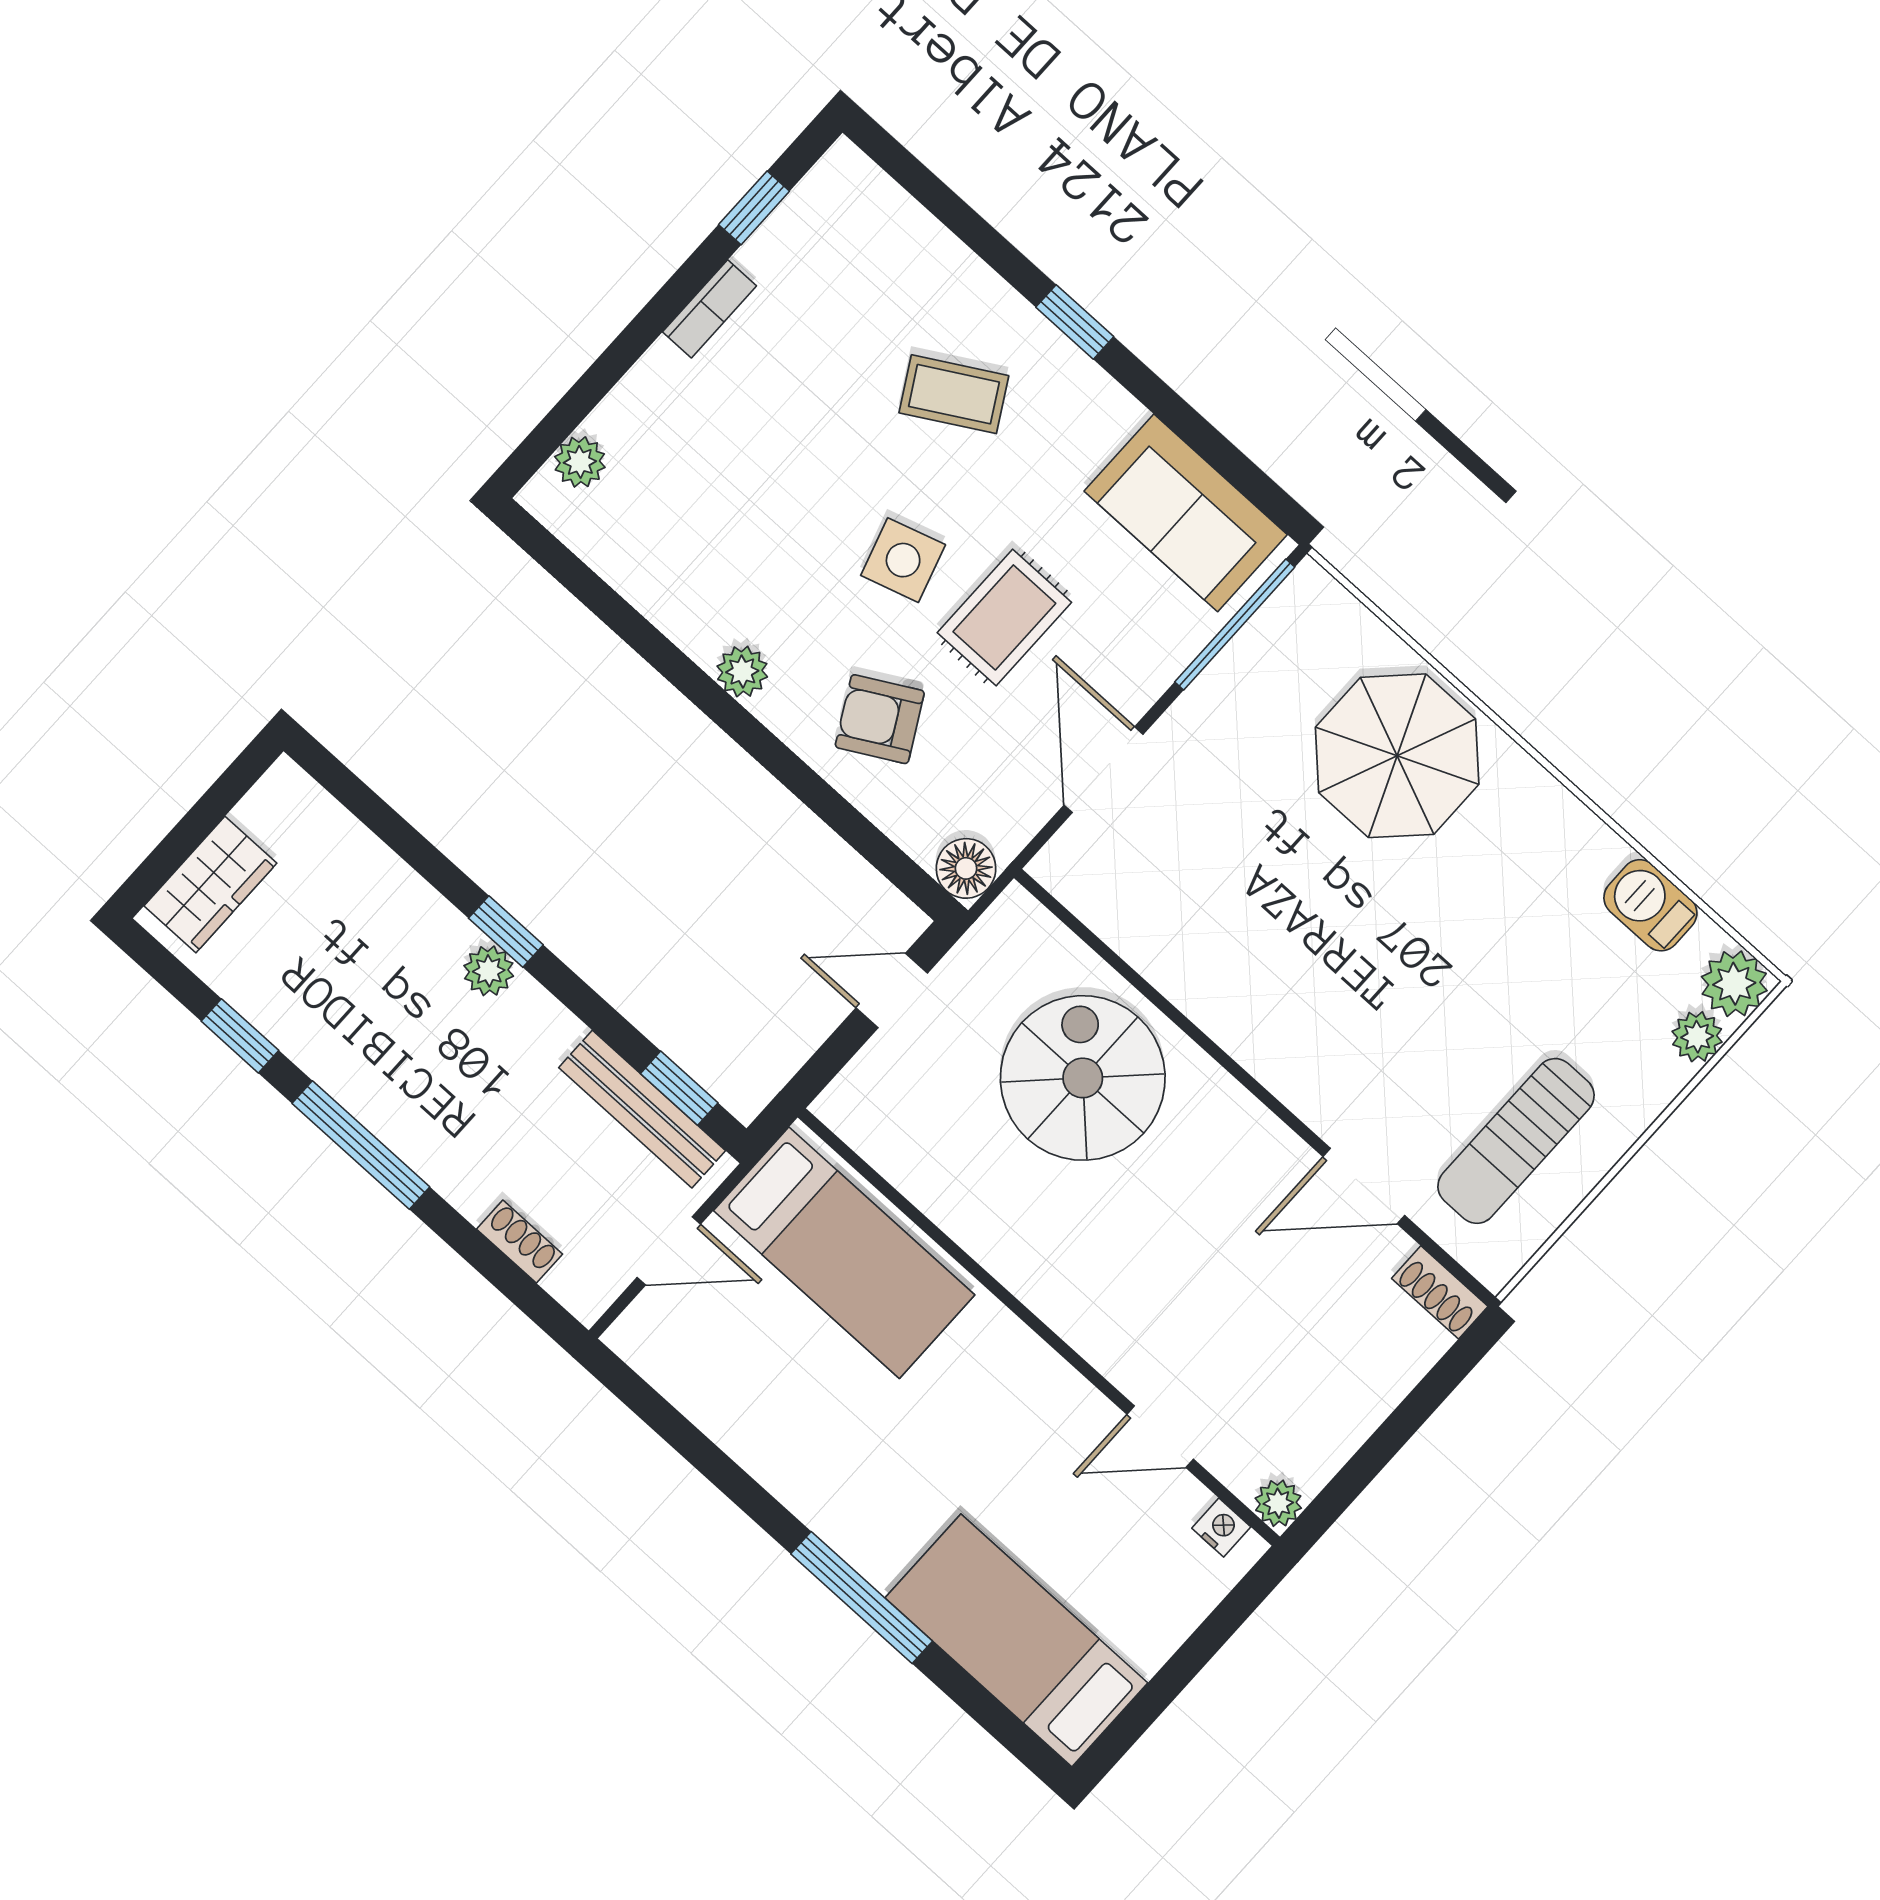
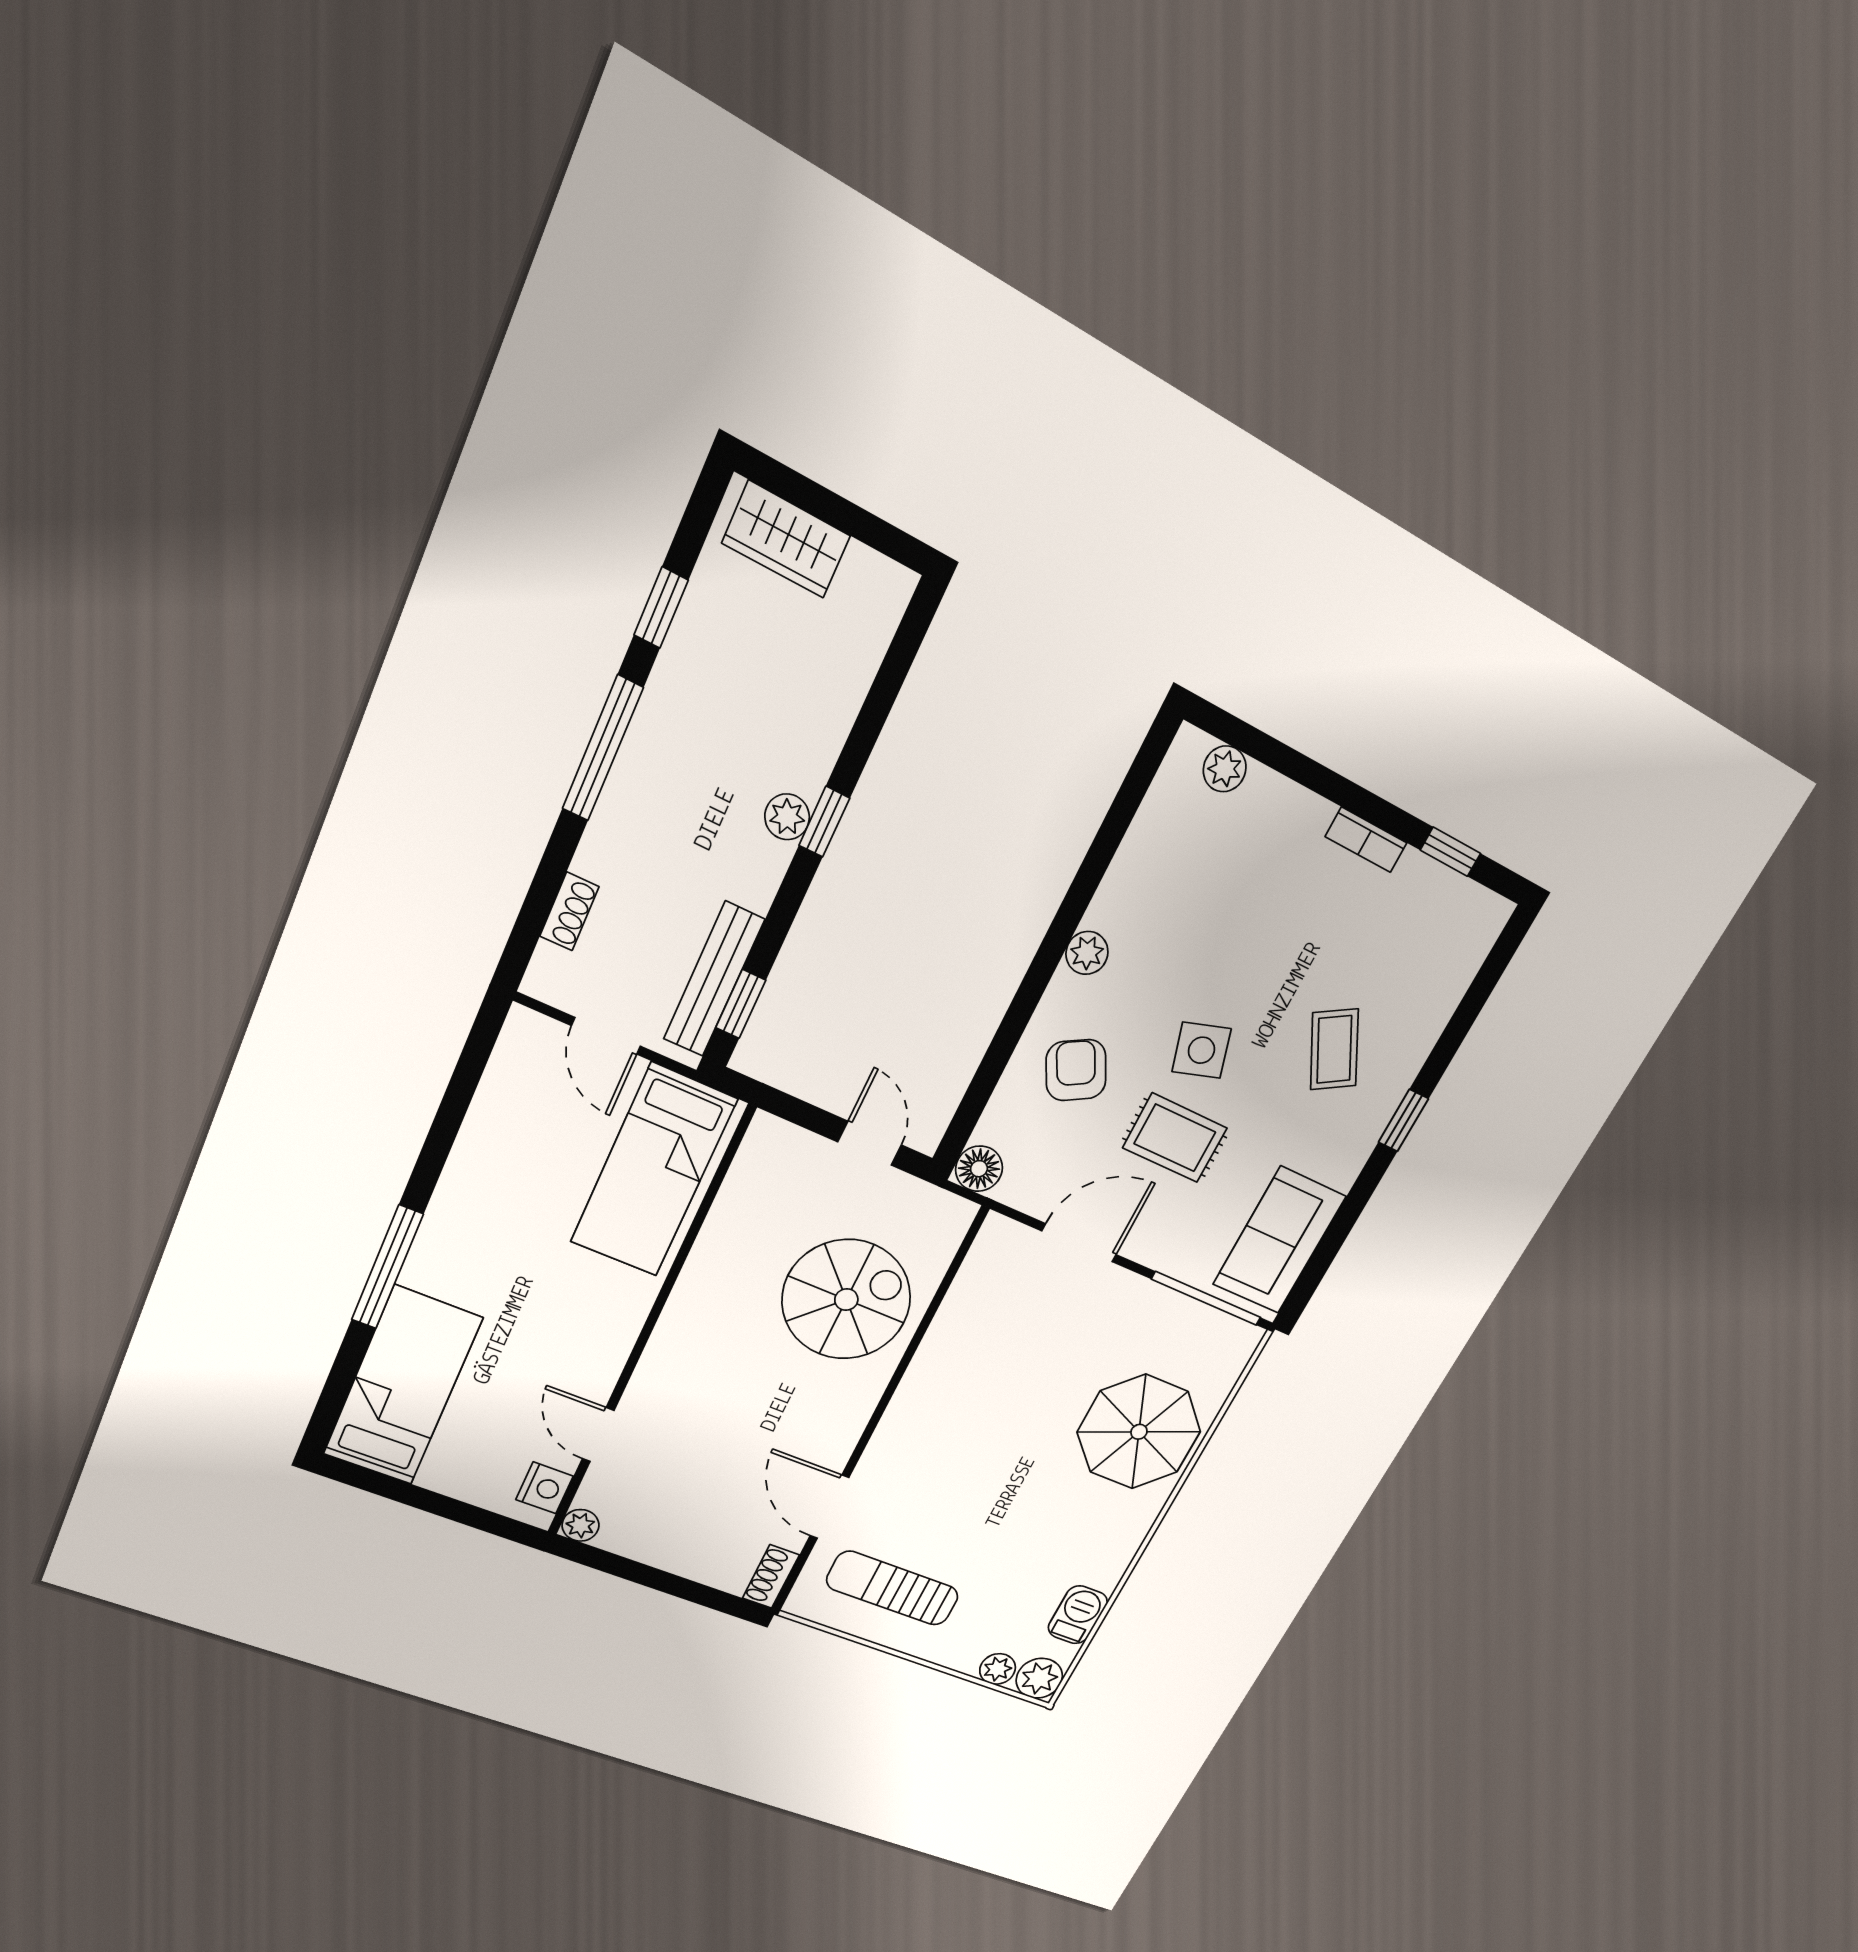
nightstand: (1221, 1528) -> (545, 1488), width x1.39, depth x1.35

